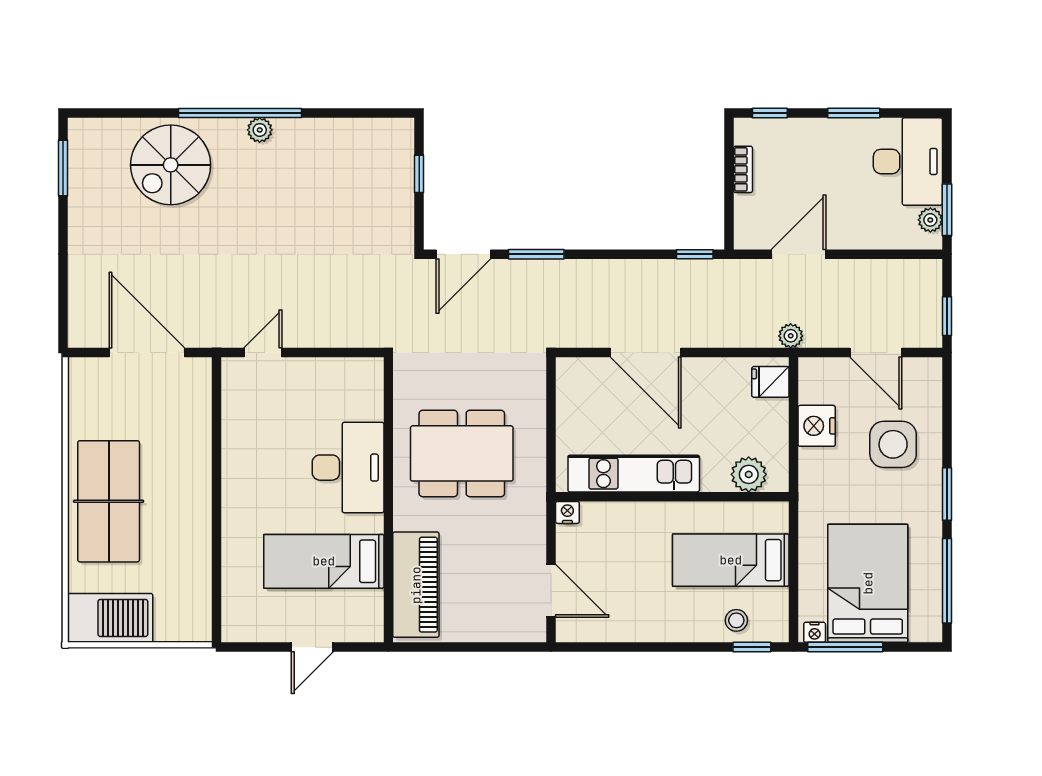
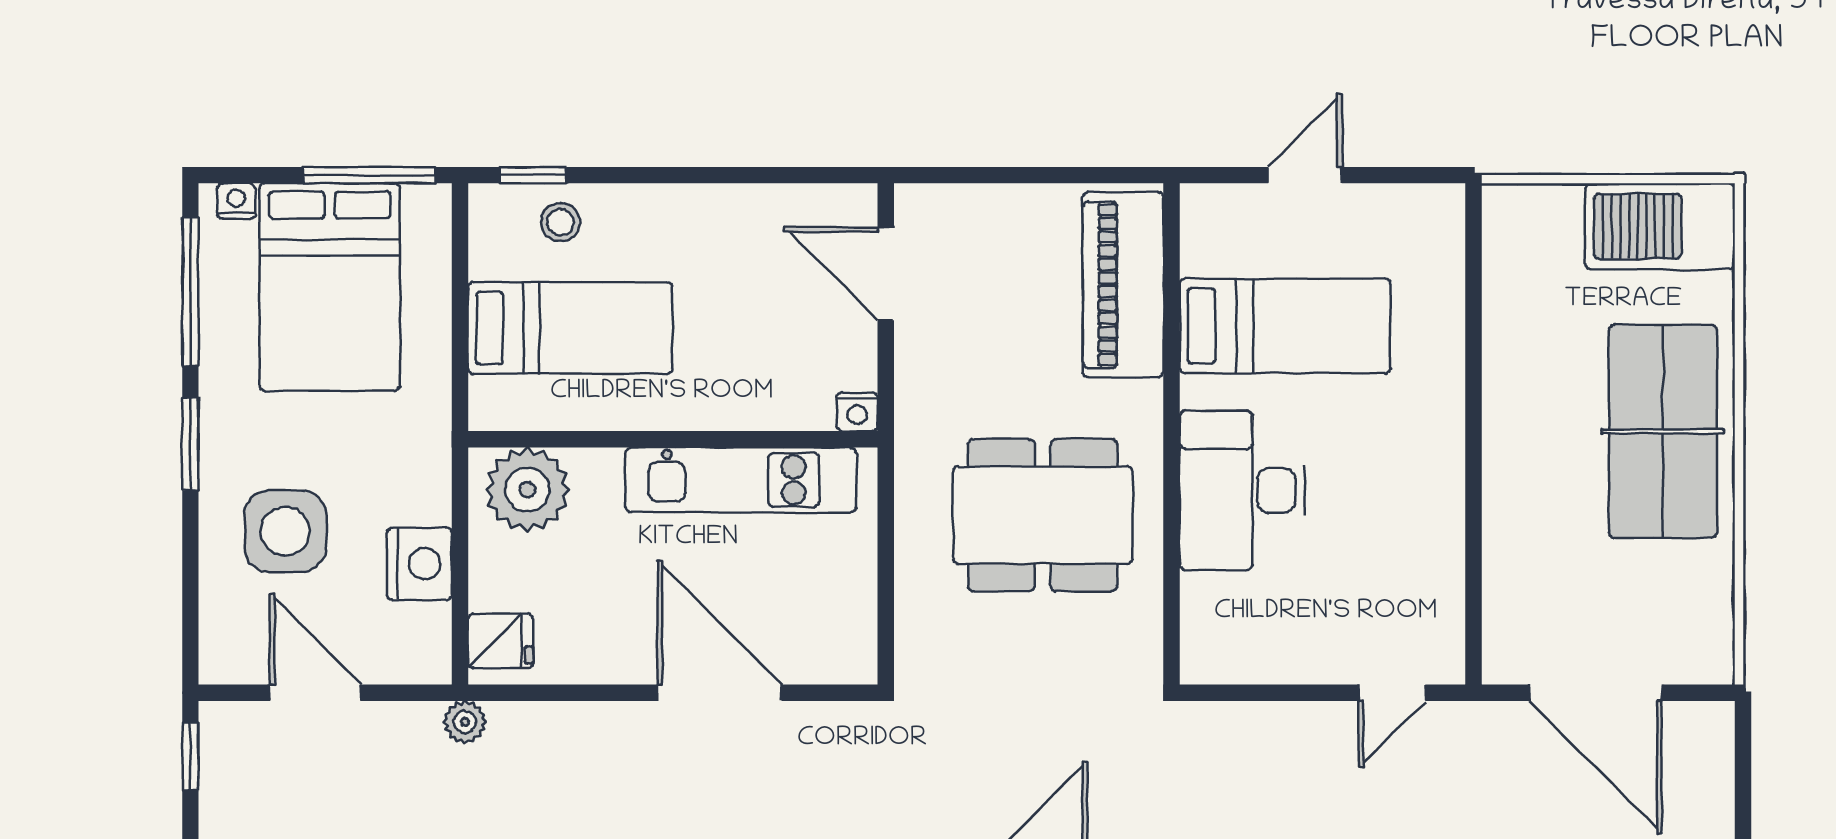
plant: (749, 474) -> (527, 490), width x1.36, depth x1.36
nightstand: (815, 632) -> (236, 201), moved

